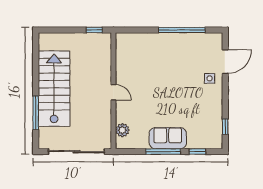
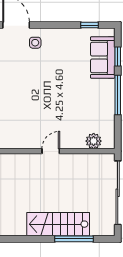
stairs: (54, 89) -> (58, 224), width x0.73, depth x0.66
sofa: (168, 138) -> (103, 57), moved

